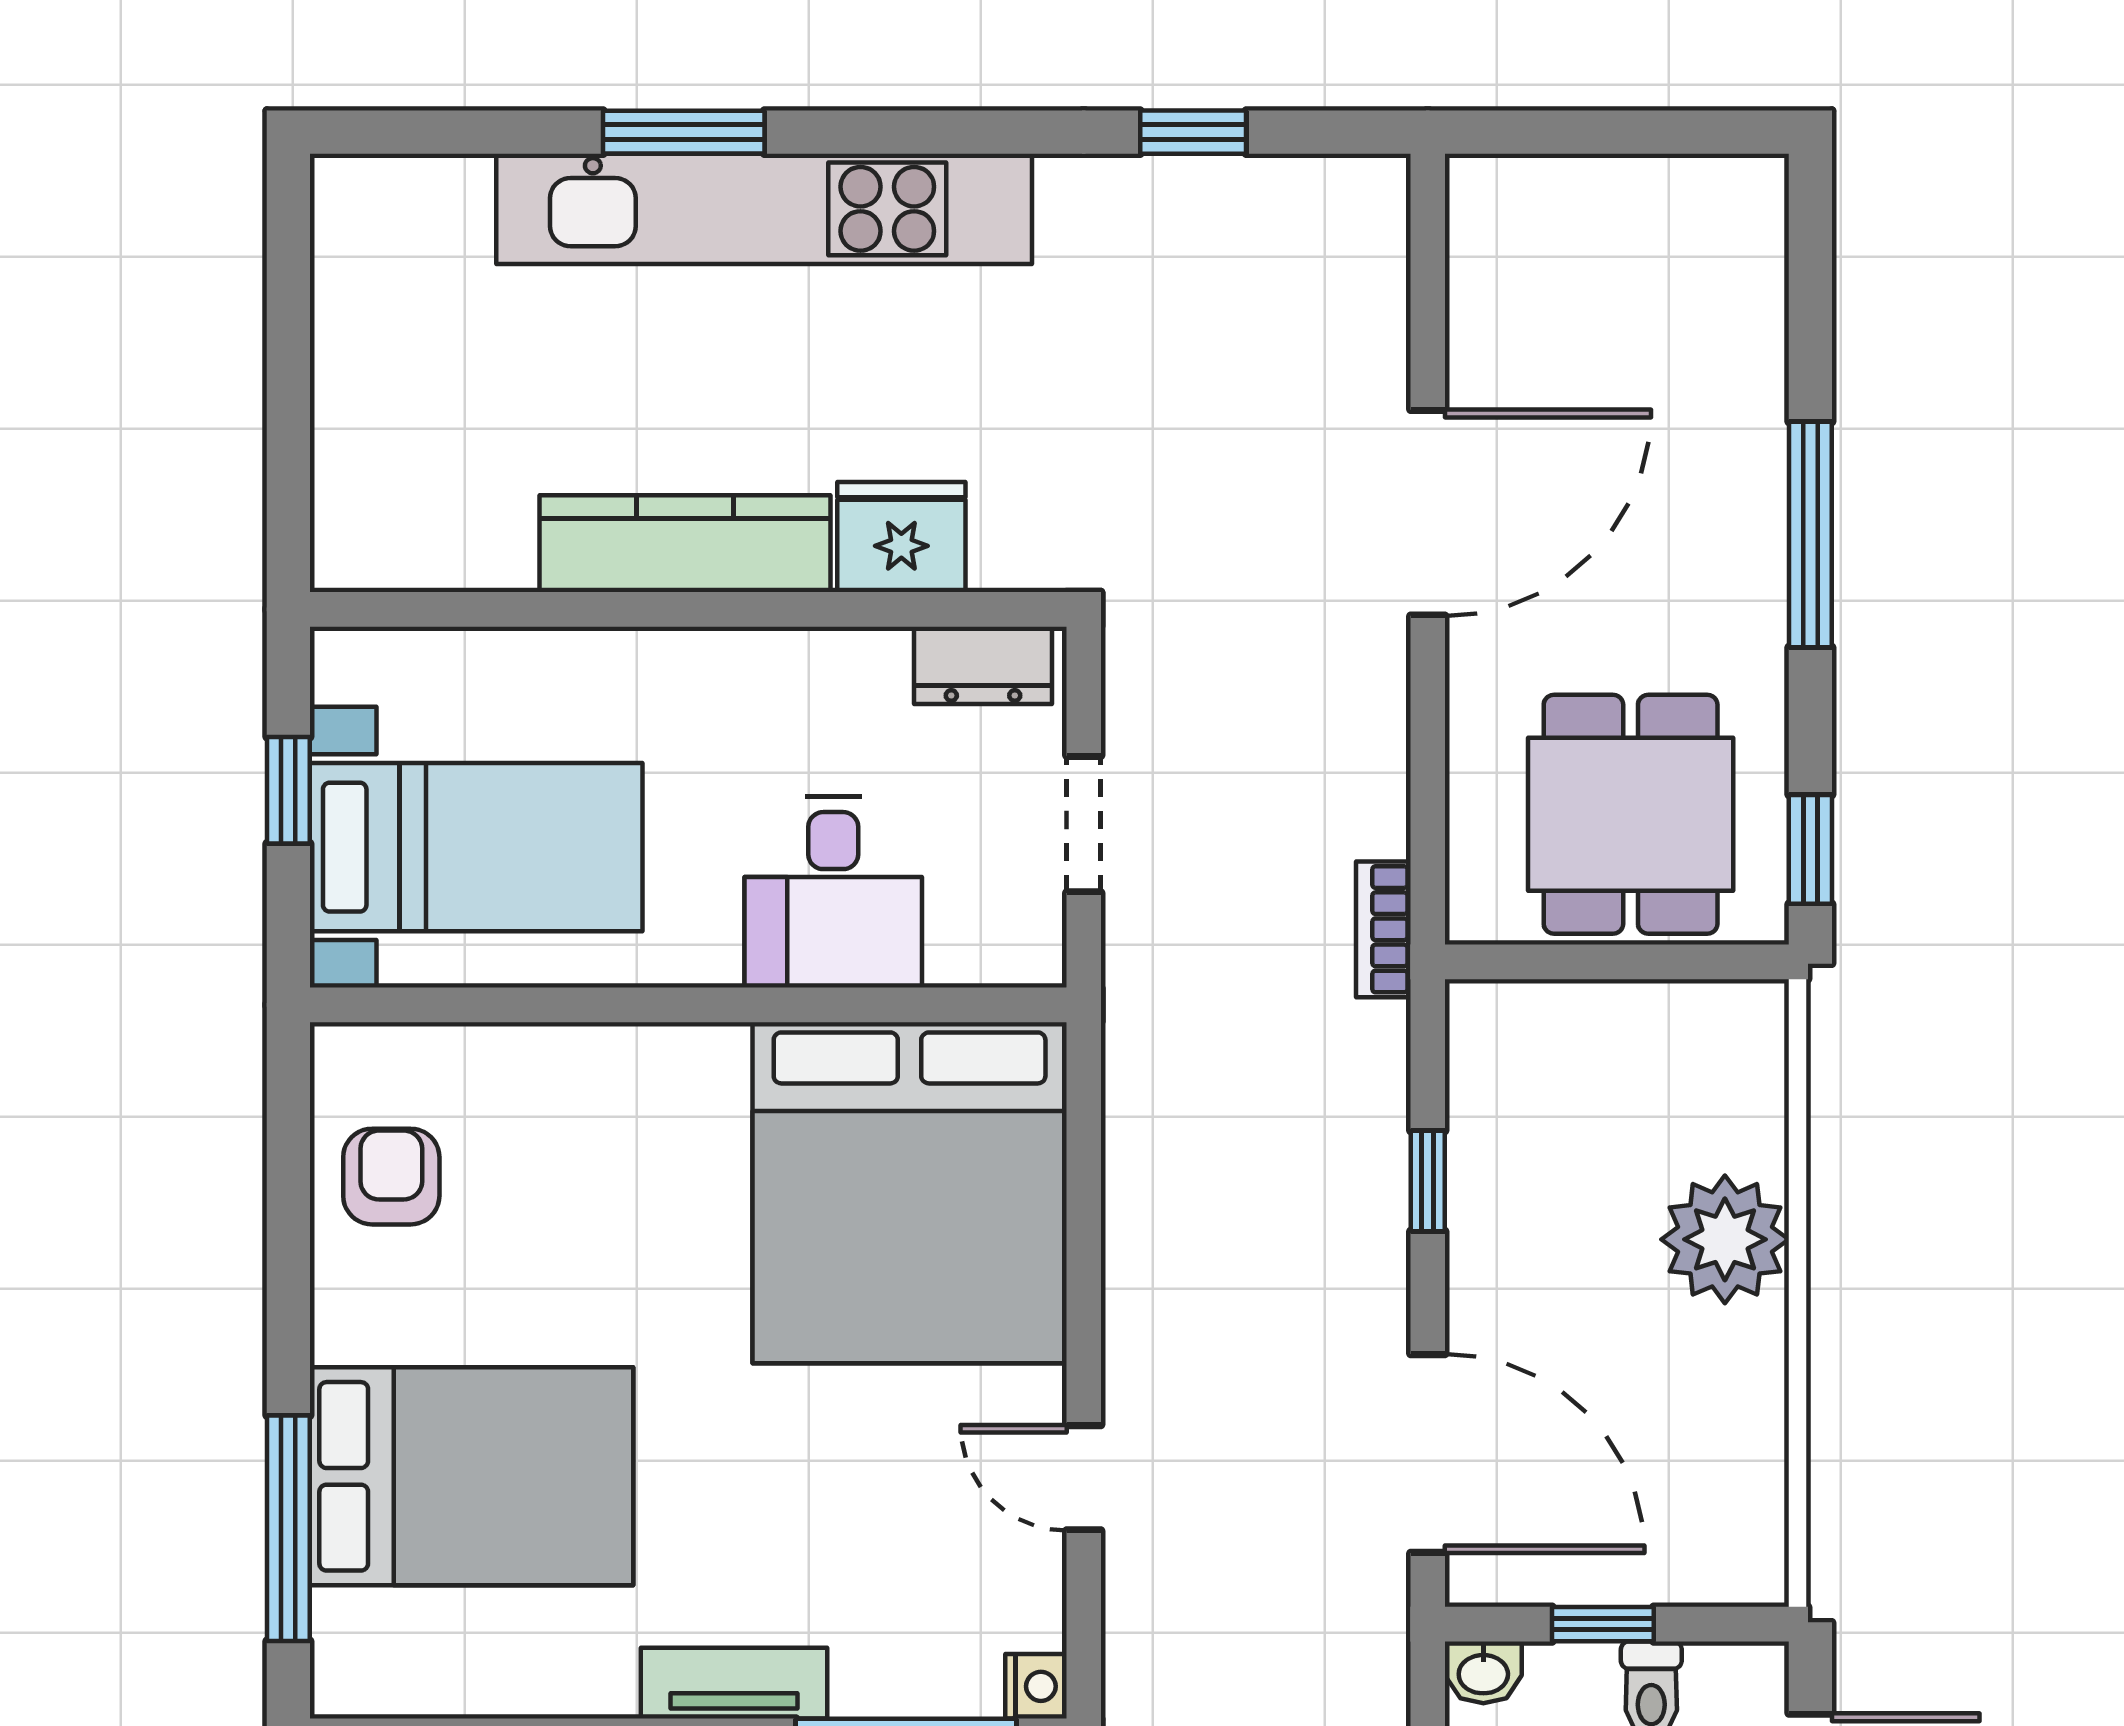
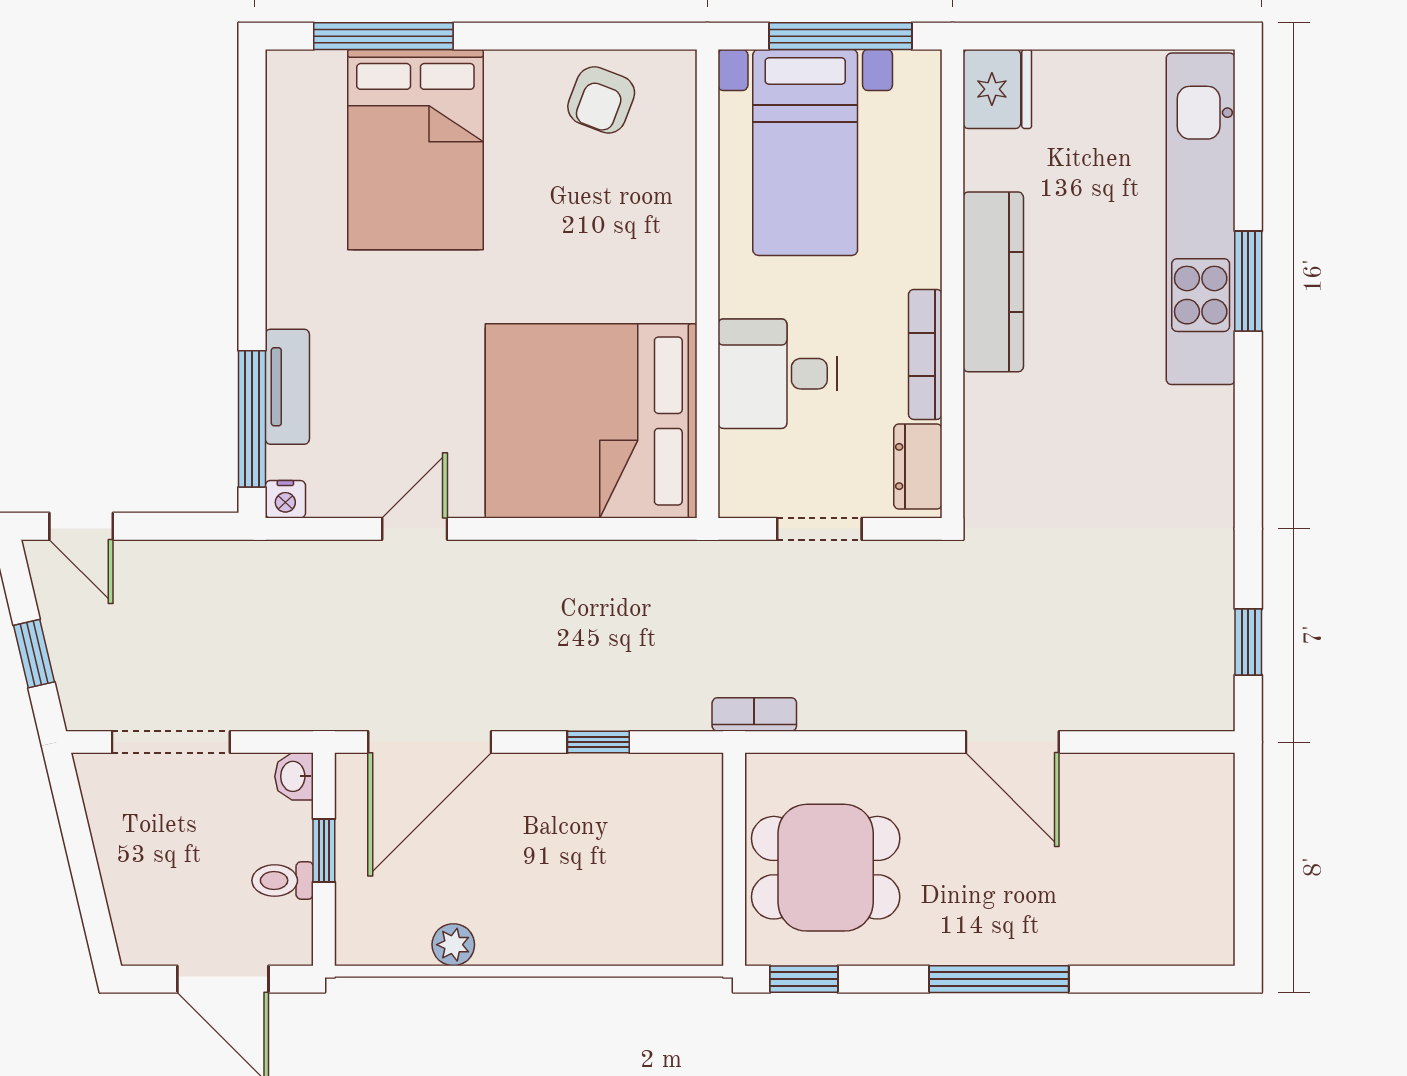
window: (1193, 132) -> (1248, 642), moved
kitchen unit: (764, 209) -> (1201, 219), moved
door: (1428, 513) -> (1012, 742), width x0.73
fridge: (901, 537) -> (997, 89), moved
bookcase: (802, 653) -> (925, 354), added
window: (288, 790) -> (840, 36), width x2.17
armchair: (391, 1177) -> (601, 100), turned 111
plant: (1725, 1239) -> (453, 945), moved, width x0.53, depth x0.53
tv unit: (734, 1683) -> (287, 387), moved

